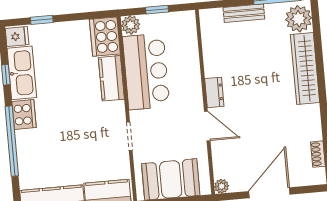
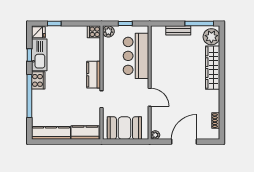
cooker: (105, 37) -> (94, 32), width x0.53, depth x0.76
bar counter: (146, 72) -> (136, 56), moved, turned 180
kitchen counter: (111, 78) -> (94, 75), moved
dresser: (214, 92) -> (156, 77), removed

